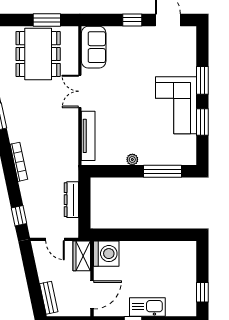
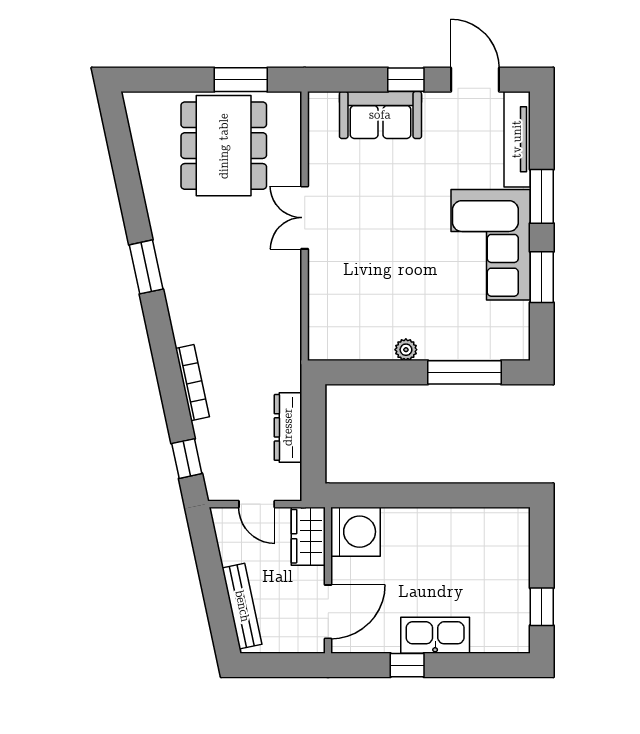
sofa: (94, 47) -> (380, 115), moved, turned 90
tv unit: (88, 136) -> (517, 139), moved, turned 180
bookcase: (19, 162) -> (192, 383), moved
bench: (49, 298) -> (242, 606), width x1.36

